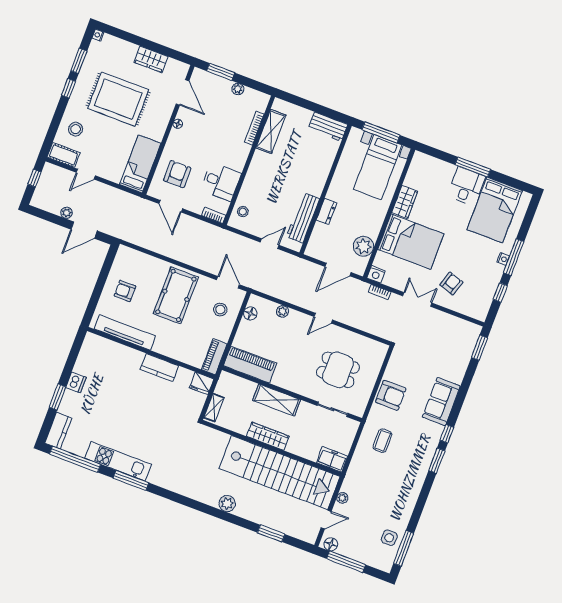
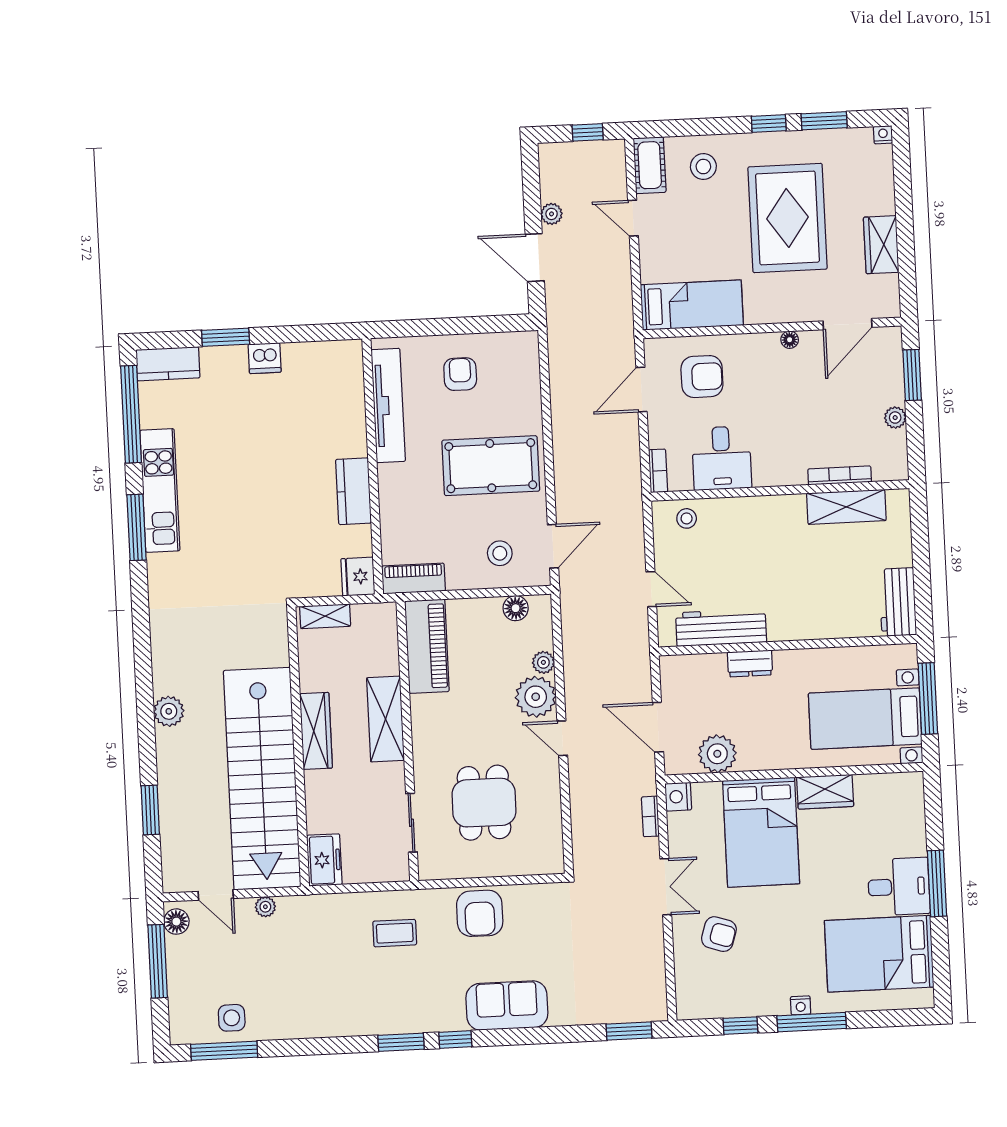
plant: (297, 322) -> (536, 697), added

